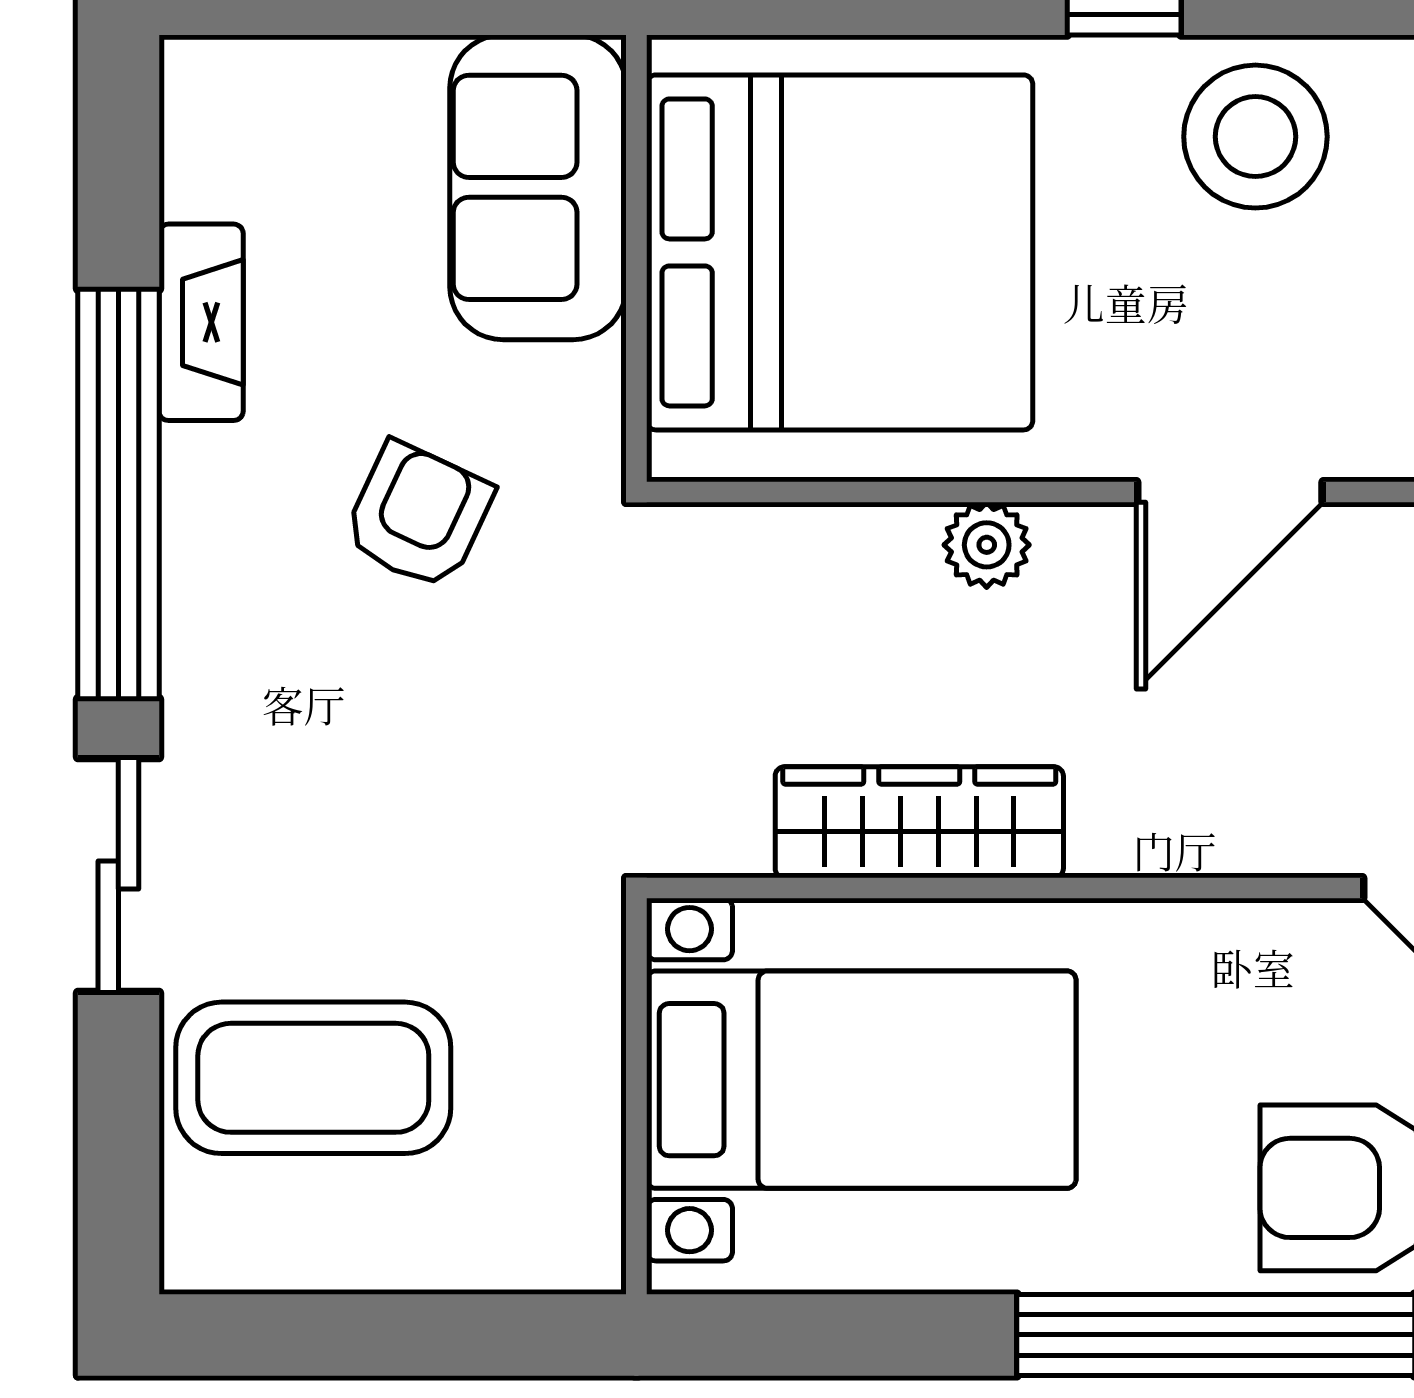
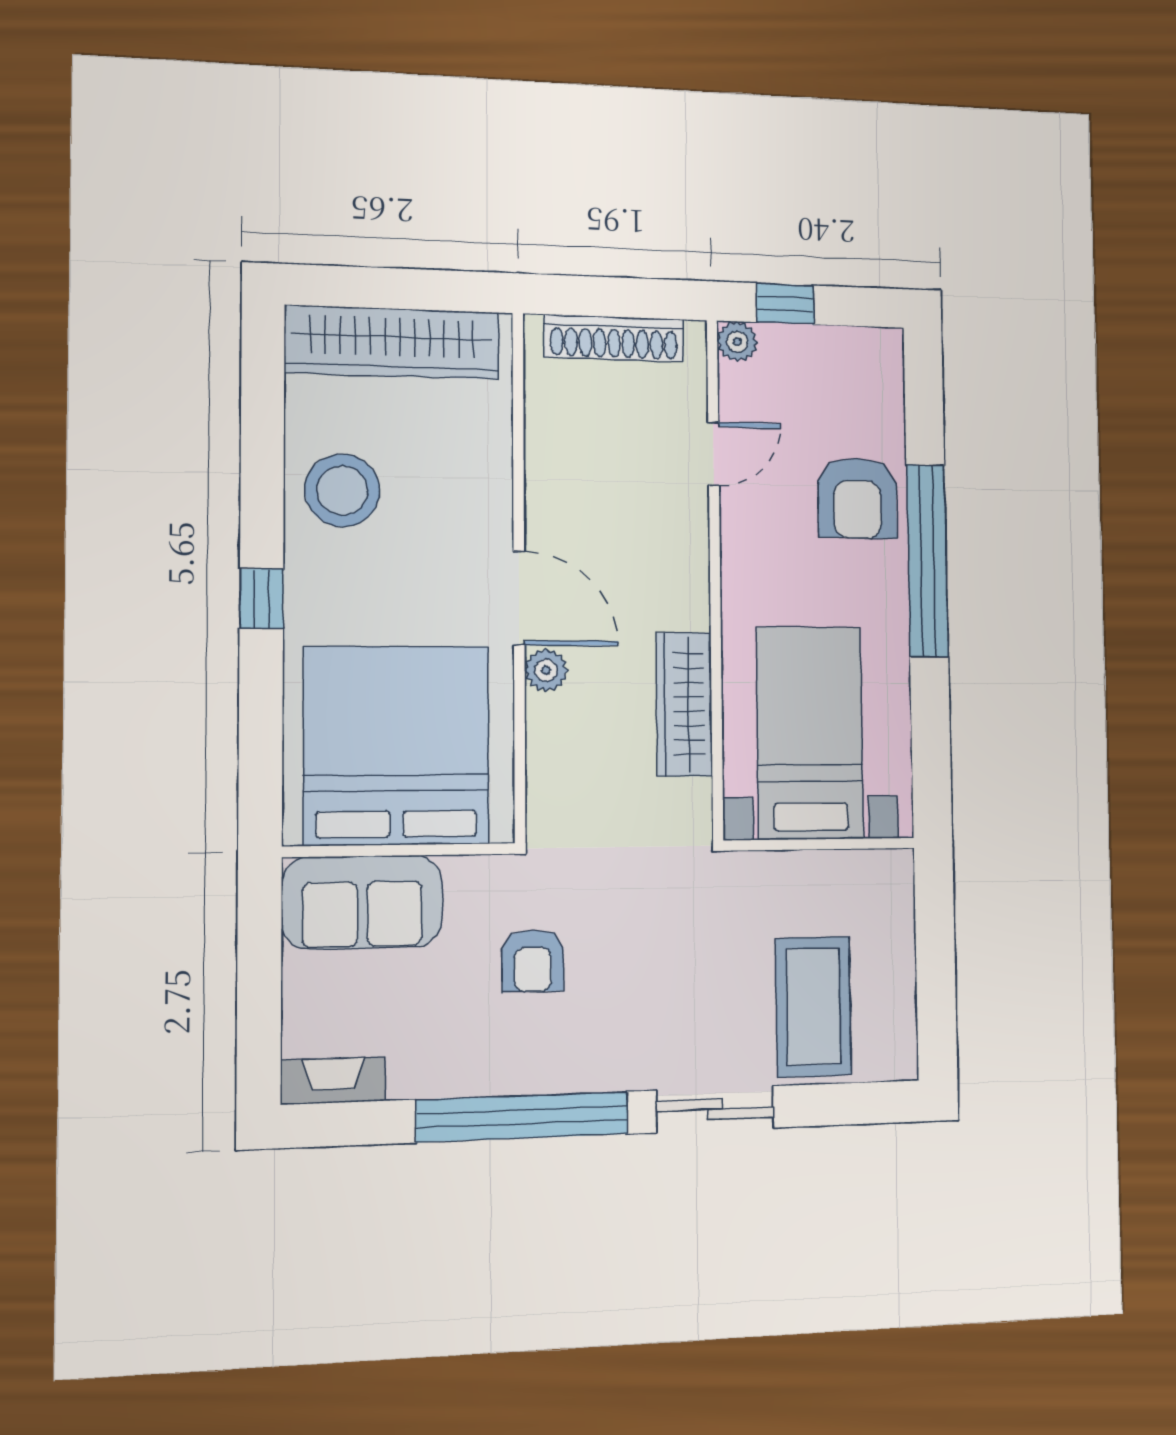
stool: (1255, 137) -> (342, 490), moved
fireplace: (201, 322) -> (333, 1080), moved
door: (1230, 492) -> (519, 598), moved
armchair: (418, 516) -> (533, 961), turned -115

